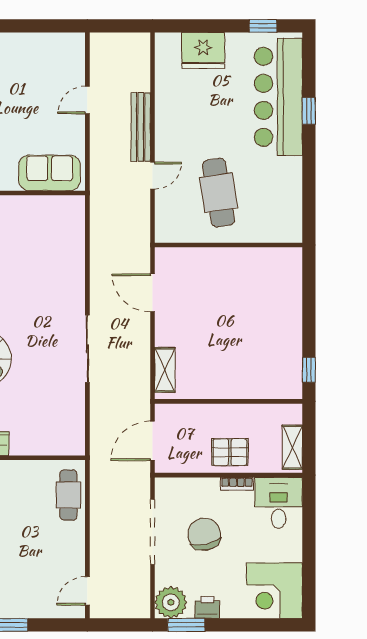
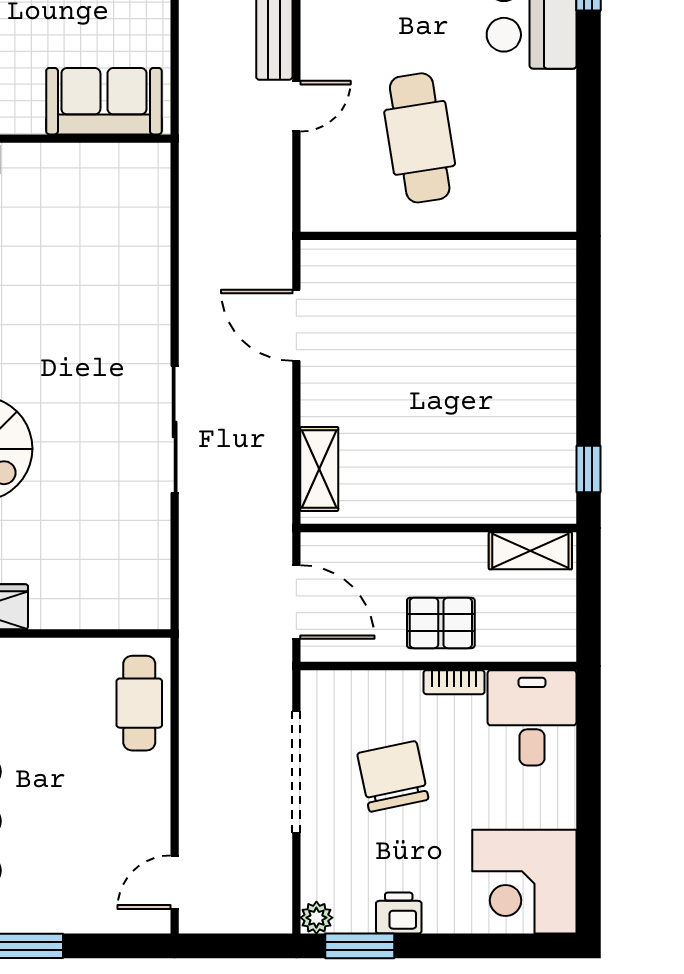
door: (153, 441) -> (296, 602), swing flipped
shelving: (292, 447) -> (530, 551), moved, turned 90
plant: (171, 602) -> (316, 918), width x0.53, depth x0.53

